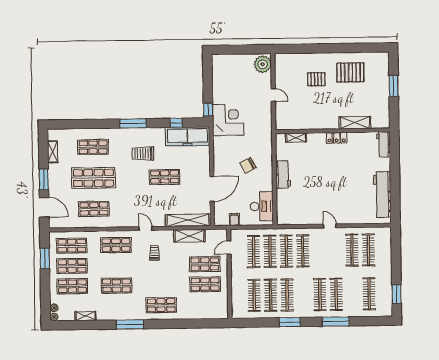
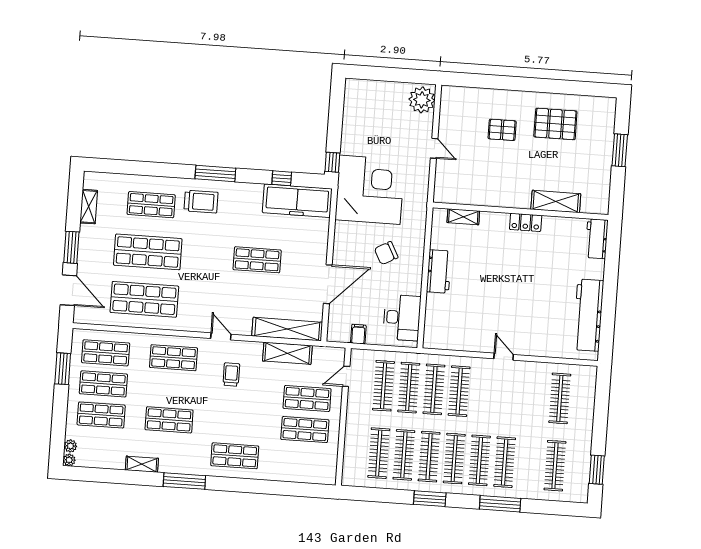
corner desk: (228, 120) -> (370, 190), width x1.36, depth x1.36
trolley: (143, 154) -> (201, 202), moved, turned 180
shop shelf: (94, 209) -> (144, 299), width x1.43, depth x1.36
clothes rail: (352, 250) -> (454, 459), moved
shelving: (86, 316) -> (142, 464), moved

